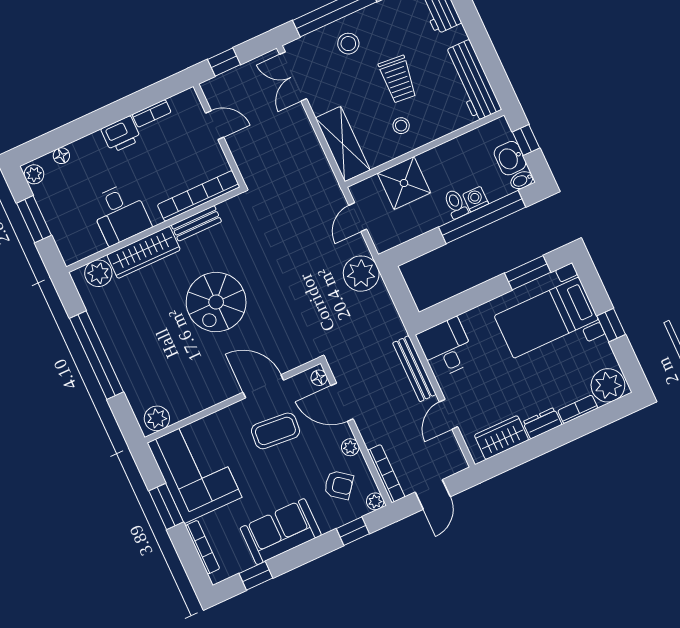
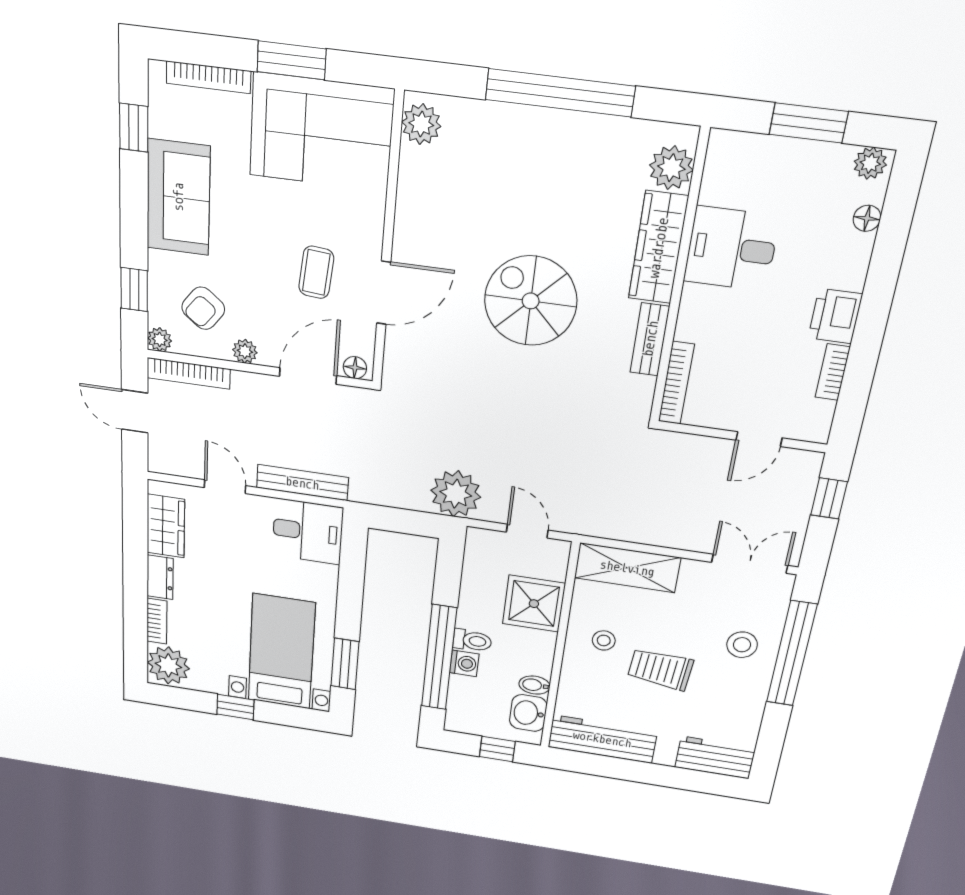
washbasin: (510, 158) -> (528, 713), moved, turned -90
bidet: (522, 180) -> (534, 685), moved, turned -90
bookcase: (199, 196) -> (676, 383), width x0.68, depth x0.76
coffee table: (275, 431) -> (316, 272), width x0.73, depth x0.77

